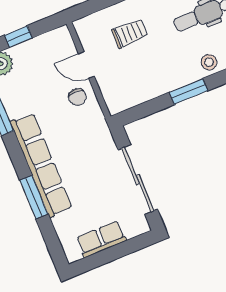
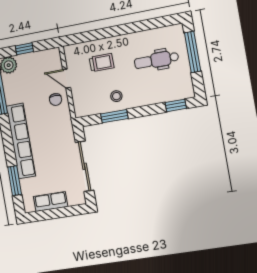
stool: (209, 62) -> (116, 96), moved
window: (188, 91) -> (114, 116), moved
window: (34, 197) -> (15, 181), moved

